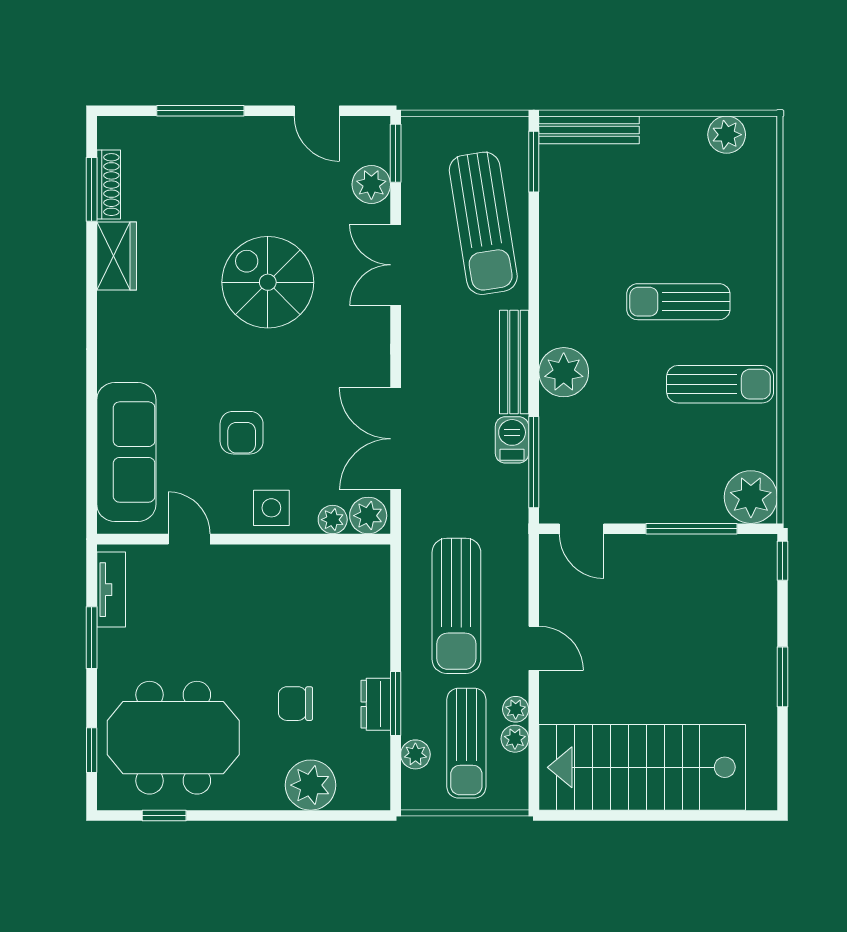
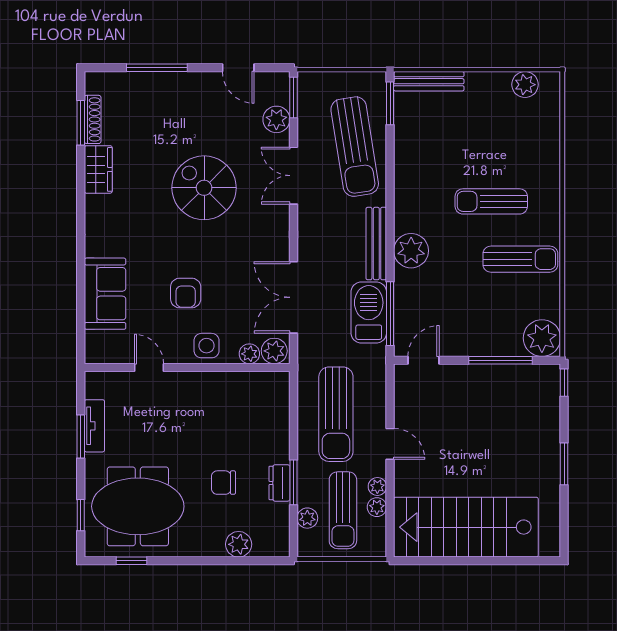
barbecue: (512, 440) -> (369, 312), width x1.88, depth x1.53
sofa: (126, 452) -> (105, 294), width x0.73
door: (582, 529) -> (423, 360), swing flipped
tv unit: (111, 590) -> (94, 426), moved
plant: (311, 785) -> (239, 544), width x0.73, depth x0.73

